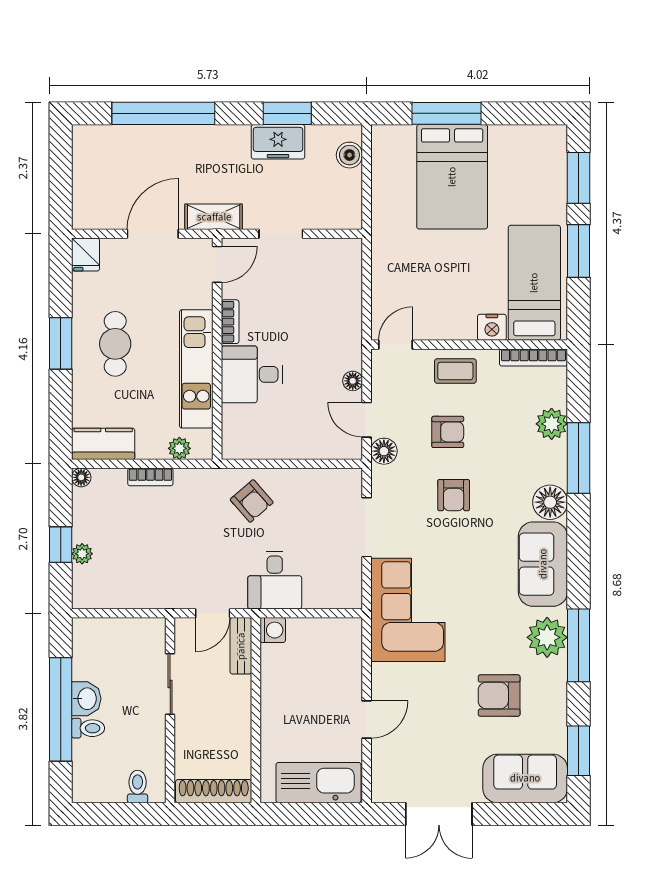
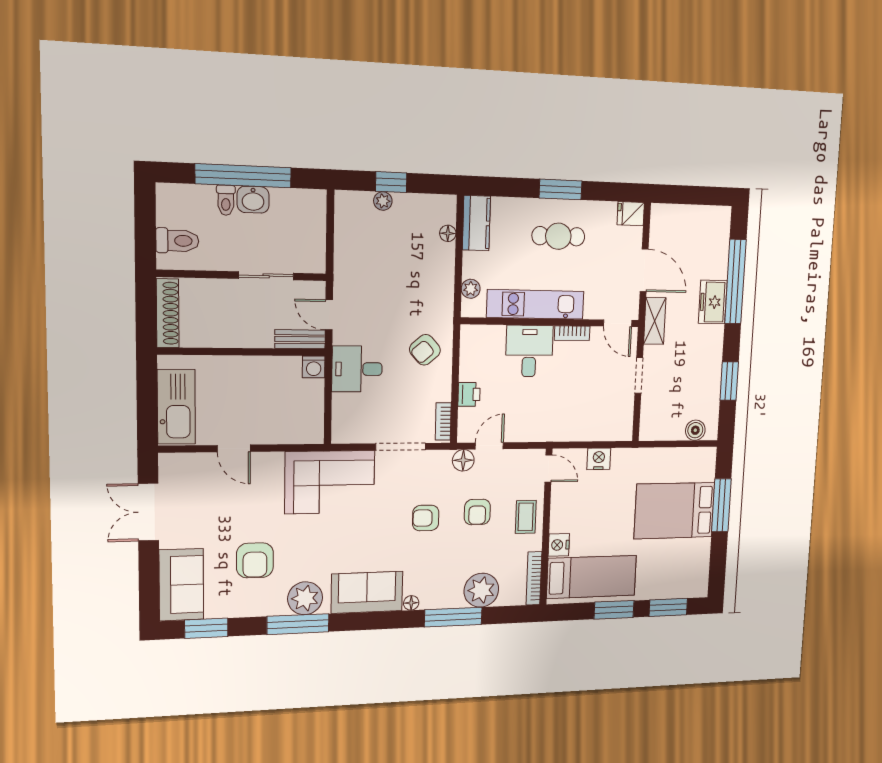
freezer: (278, 142) -> (713, 302), moved
nightstand: (384, 280) -> (599, 459), added
floor lamp: (353, 381) -> (521, 434), removed
plant: (552, 424) -> (481, 590), width x1.36, depth x1.36
printer: (304, 447) -> (469, 394), added
floor lamp: (81, 477) -> (448, 233), moved
bookcase: (150, 477) -> (443, 421), moved
floor lamp: (550, 502) -> (411, 603), width x0.53, depth x0.53
armchair: (499, 696) -> (255, 560), turned 180
toilet: (138, 787) -> (177, 241), width x1.37, depth x1.39

